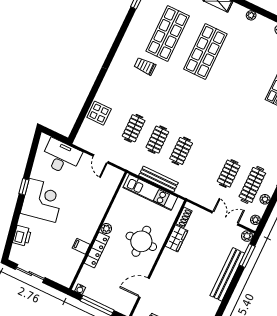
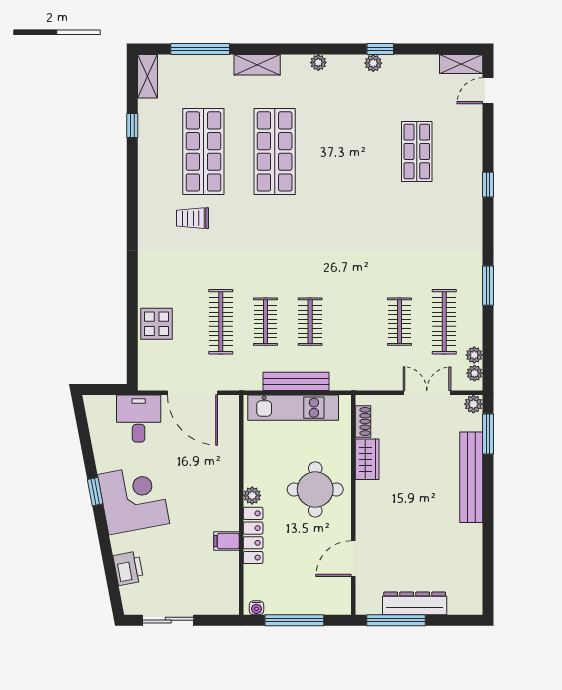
clothes rail: (134, 128) -> (221, 322), width x1.36
desk: (61, 157) -> (139, 419), width x0.73
door: (101, 159) -> (192, 393), width x1.87
plant: (265, 199) -> (474, 355), moved

